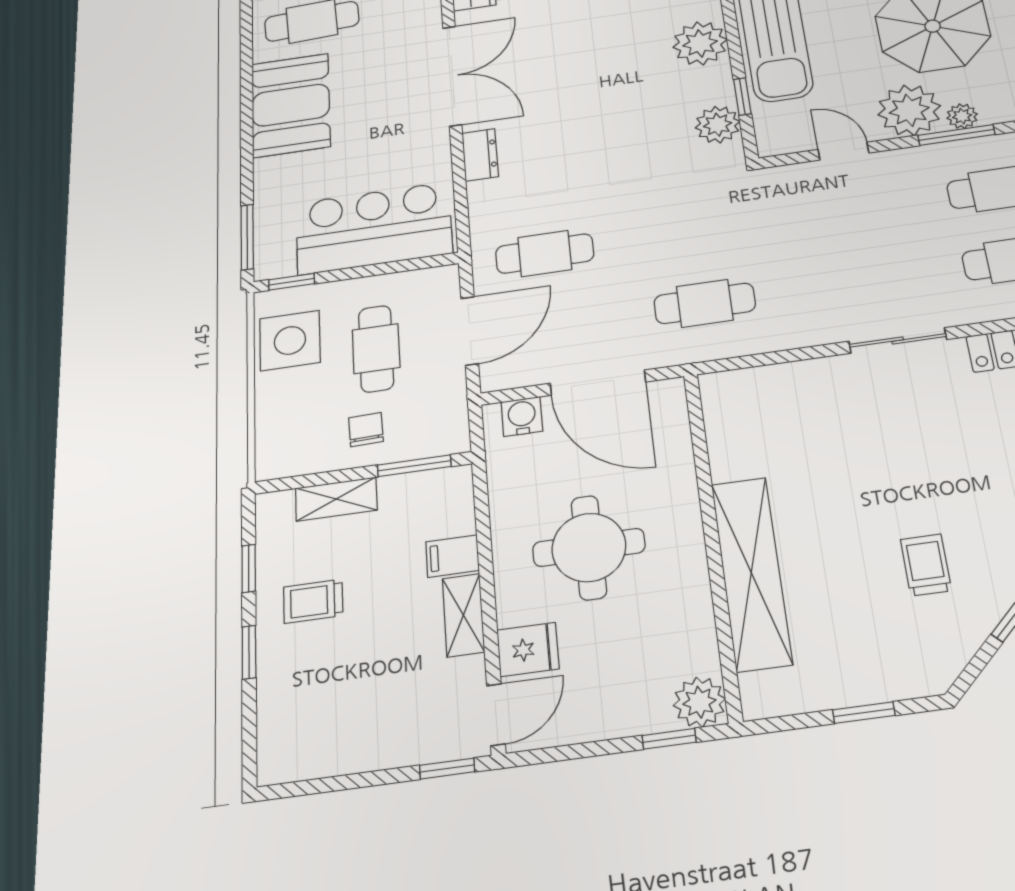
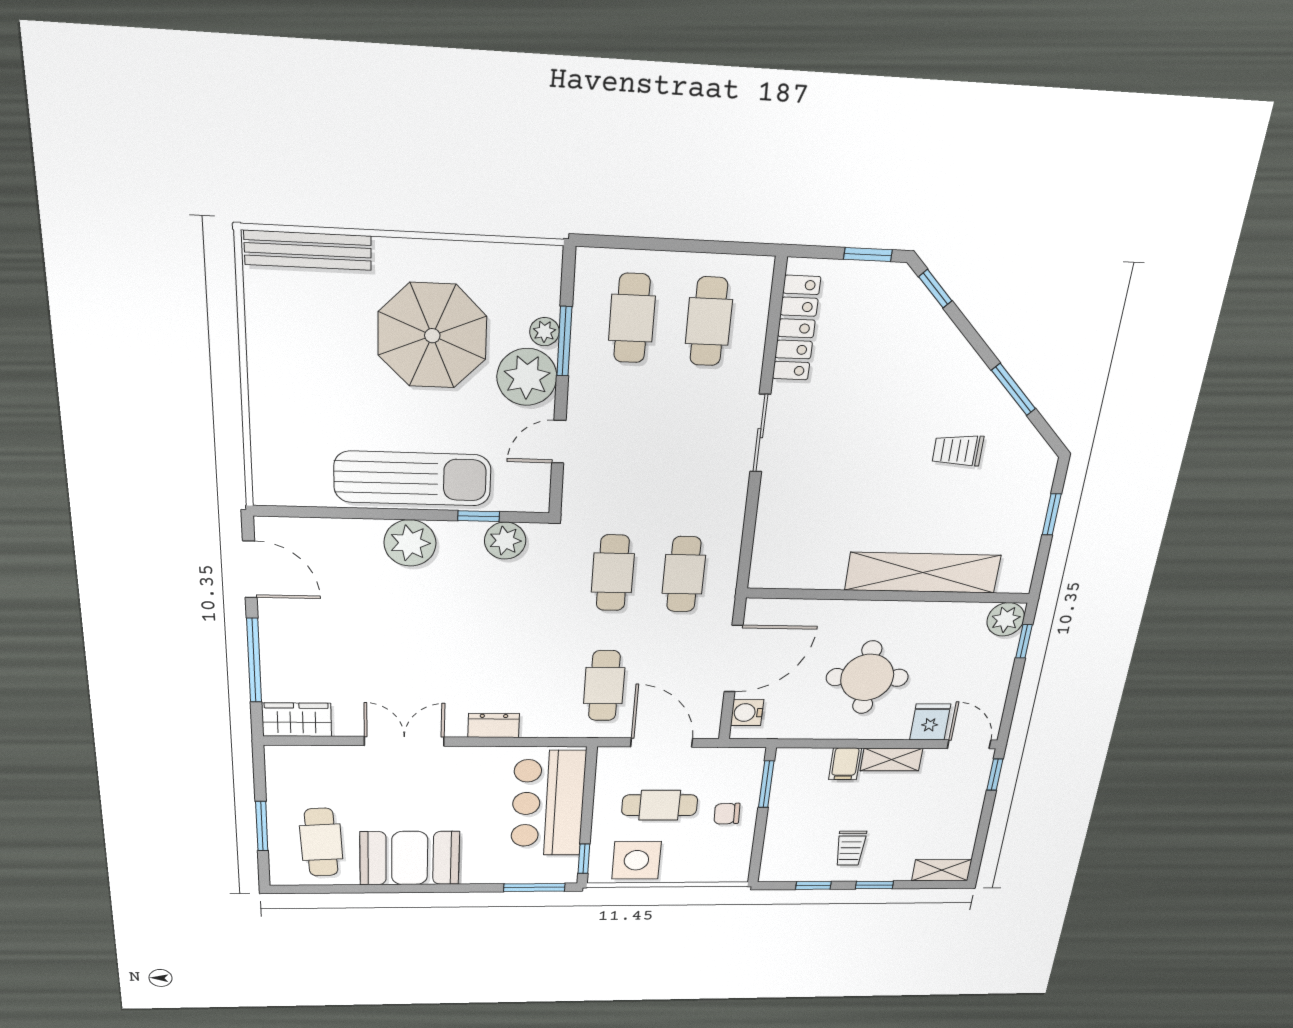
double door: (452, 76) -> (404, 741), width x0.73
cafe table: (695, 232) -> (613, 573), added
shelving: (336, 499) -> (942, 870), moved, turned 90

